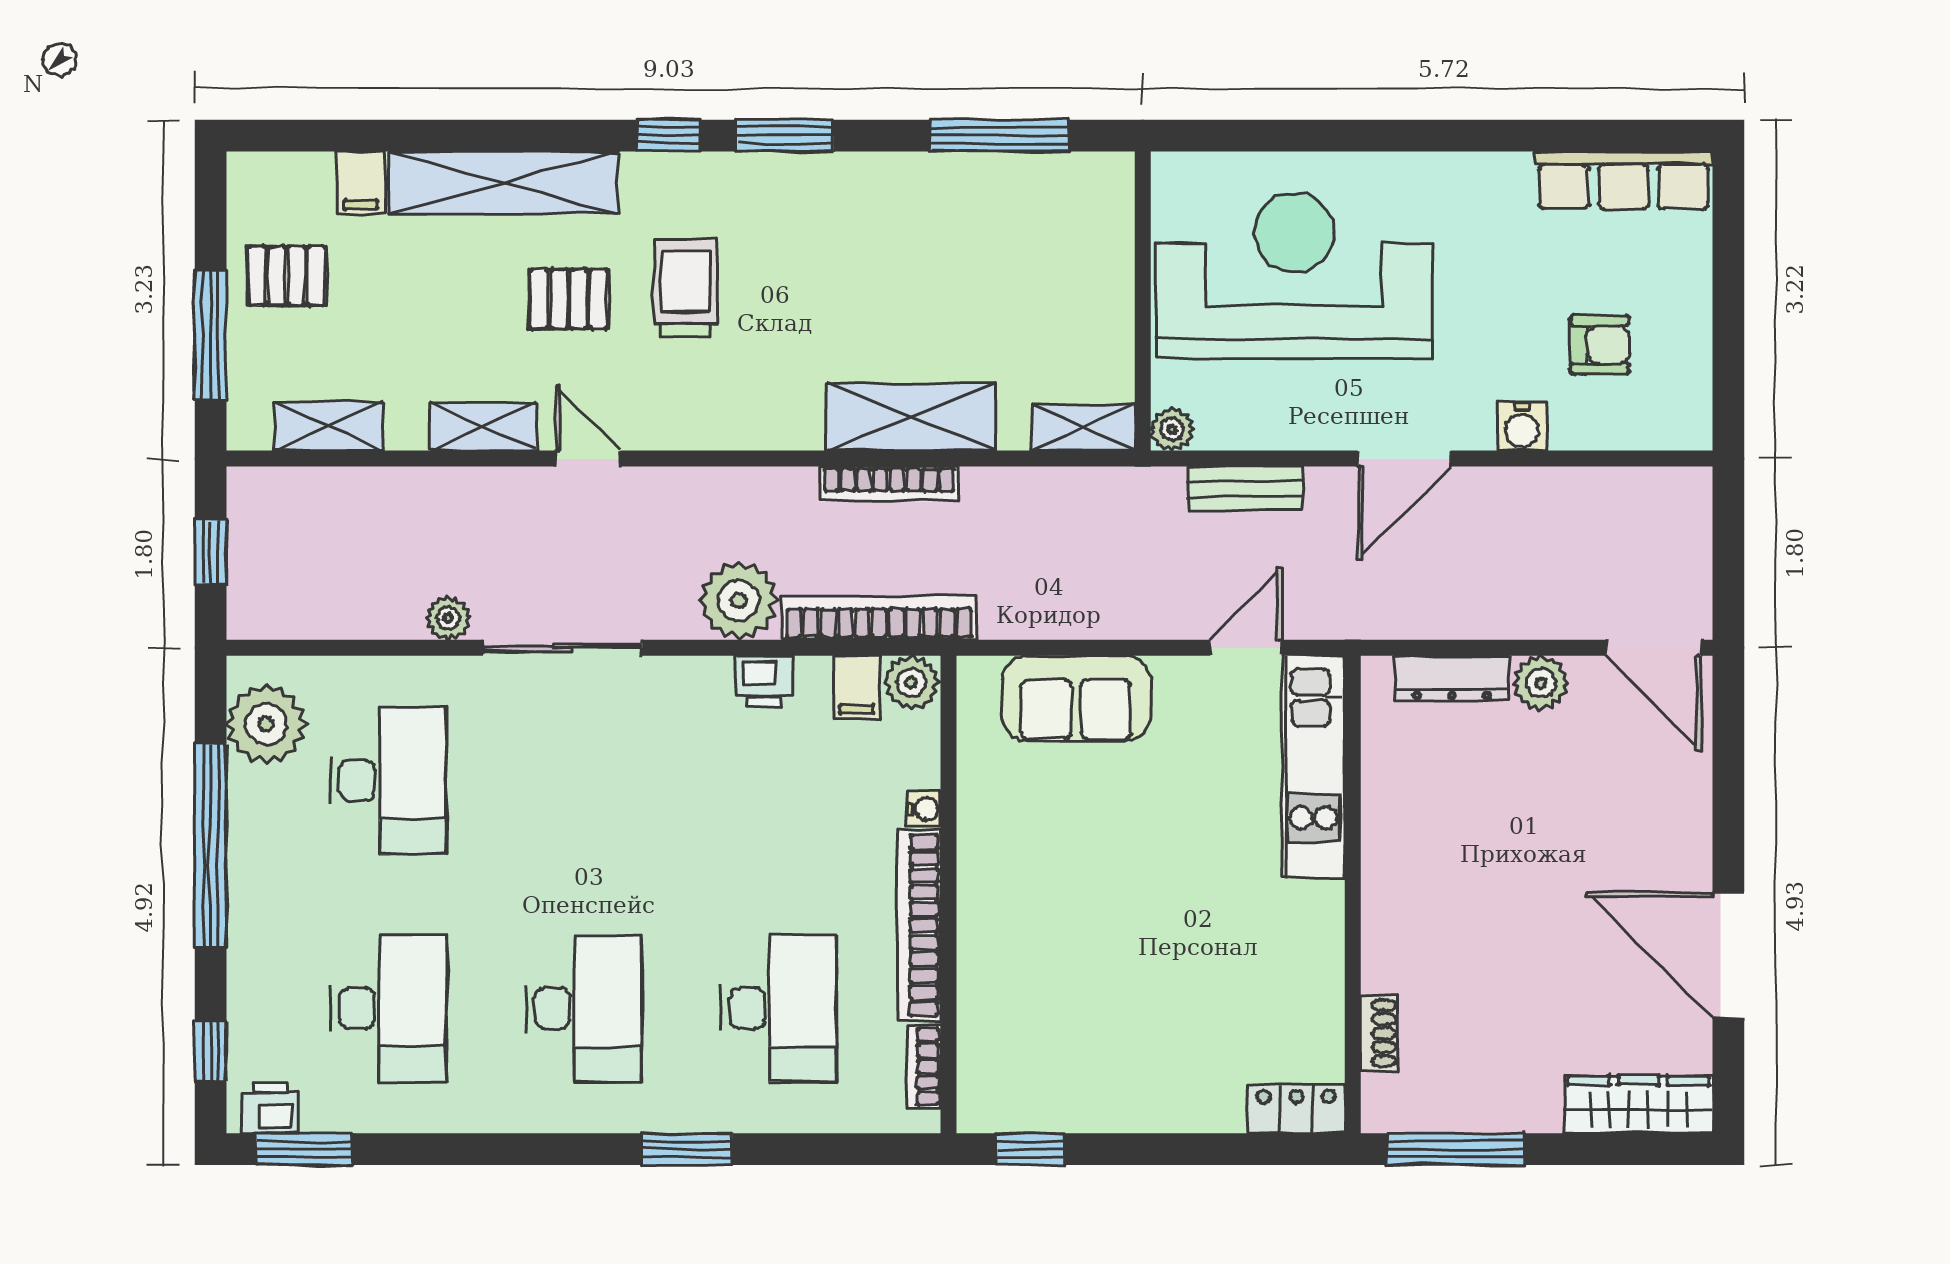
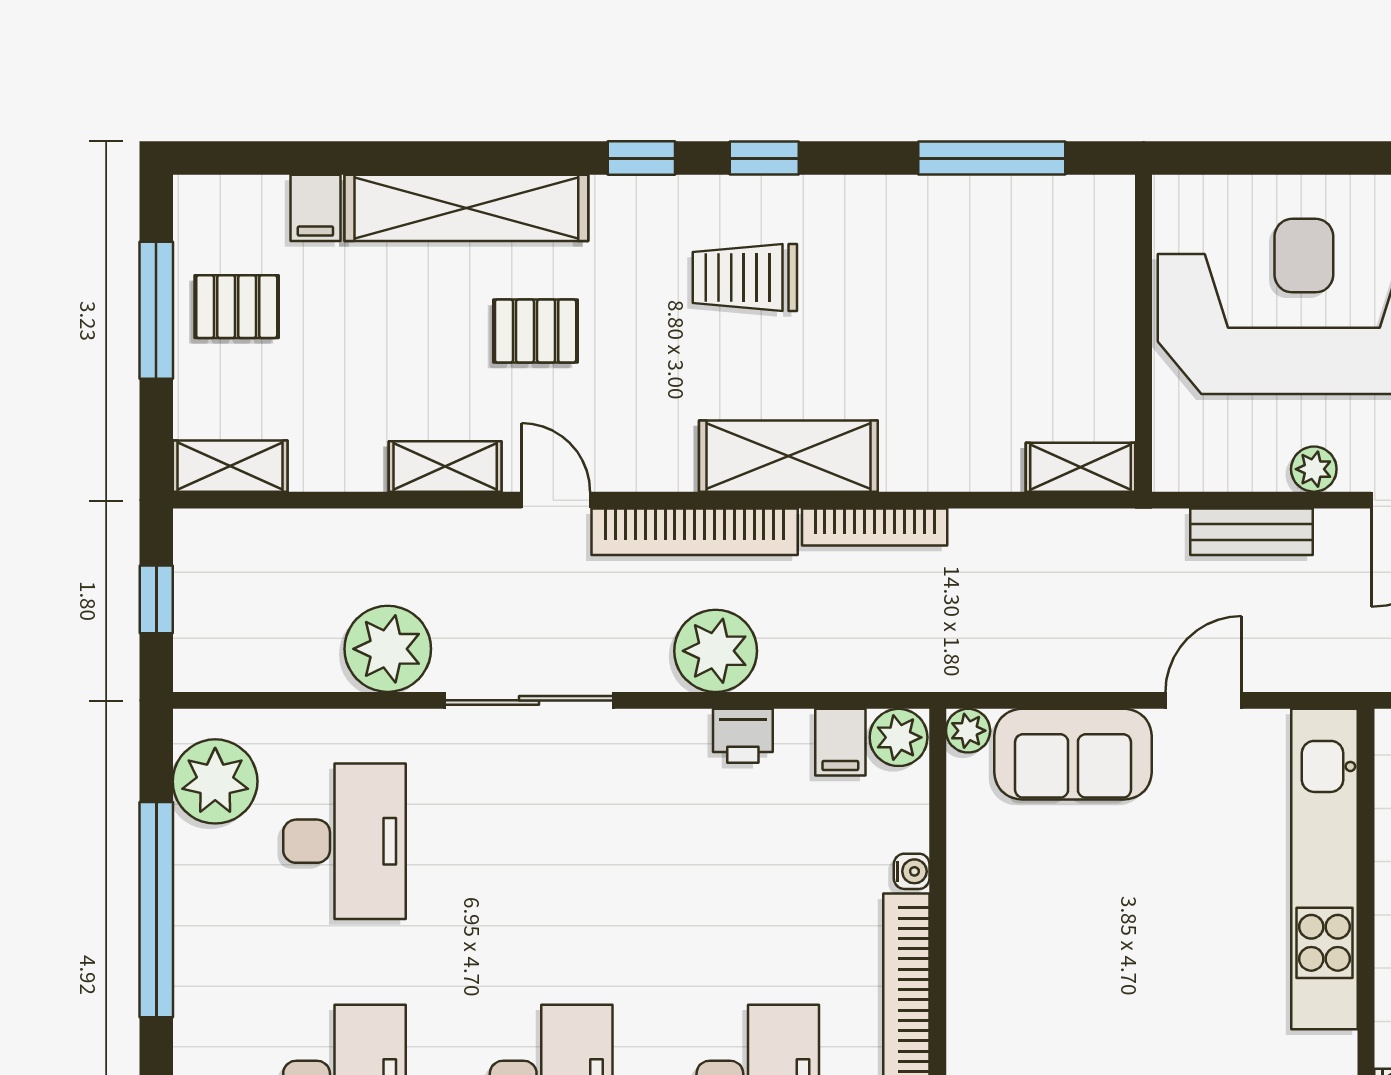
window: (785, 136) -> (764, 158), width x0.67
trolley: (685, 288) -> (745, 277), moved, turned -90
window: (211, 335) -> (156, 310), moved
shelving: (911, 417) -> (788, 456), moved
shelving: (329, 426) -> (230, 466), moved
plant: (1172, 429) -> (1314, 469), moved
plant: (448, 618) -> (388, 649), width x1.88, depth x1.88
bookcase: (879, 618) -> (695, 532), moved, turned 180
door: (1246, 648) -> (1204, 700), moved
plant: (977, 676) -> (968, 731), added
kitchen unit: (1314, 767) -> (1325, 869), width x1.36

